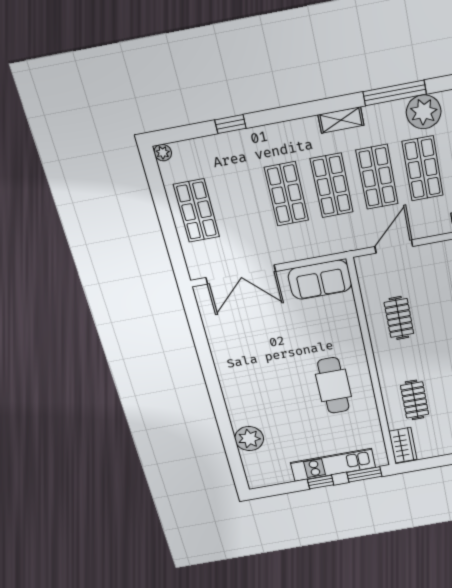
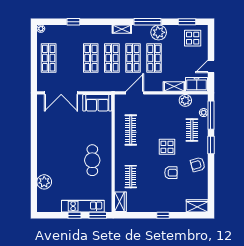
clothes rail: (399, 318) -> (131, 130), width x1.36

